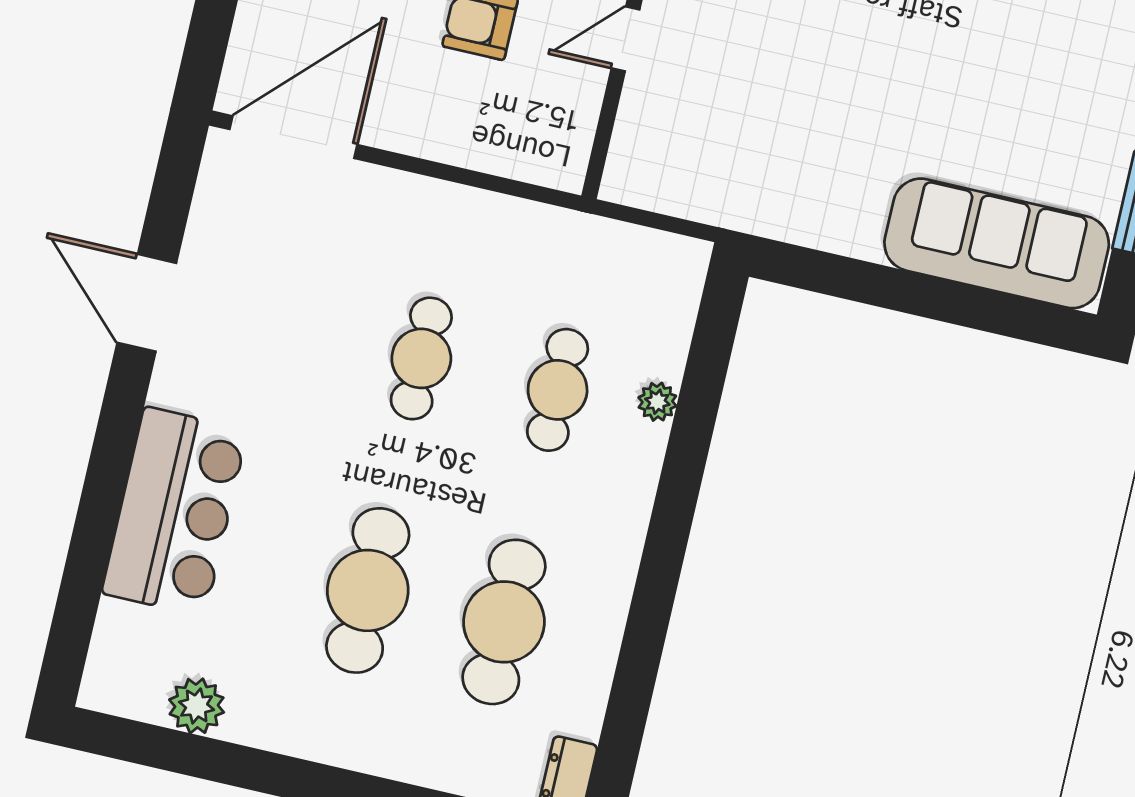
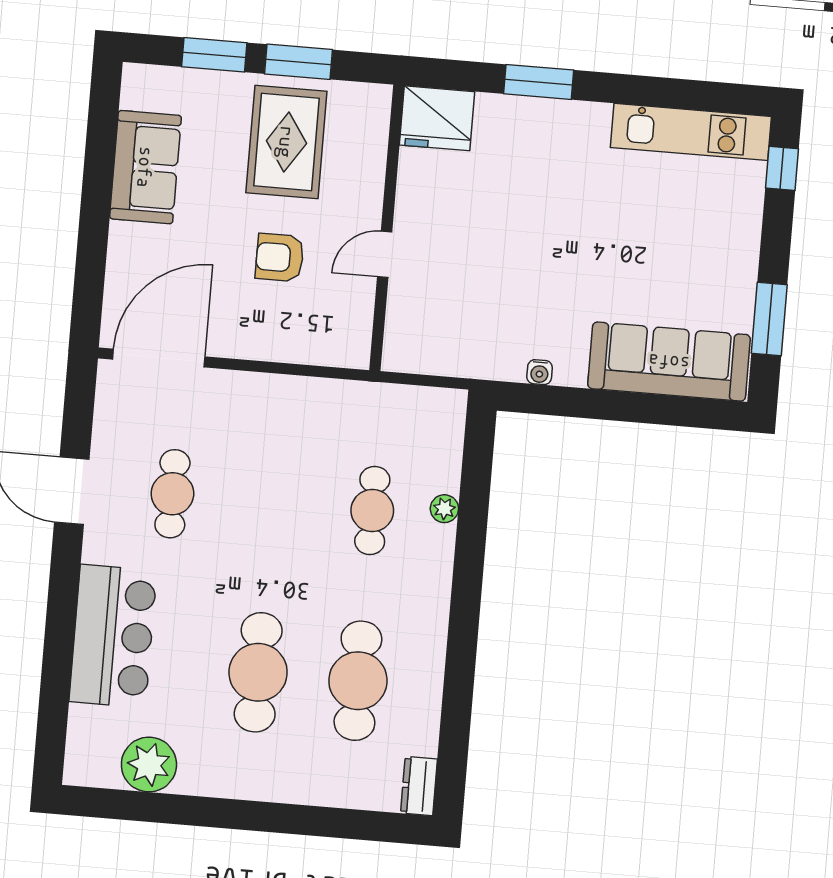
water cooler: (816, 232) -> (540, 372), added
cafe table: (421, 358) -> (172, 494), moved
plant: (197, 706) -> (149, 765), width x1.36, depth x1.36

